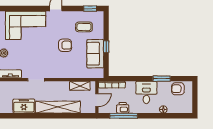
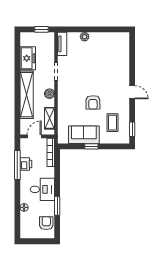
corner sofa: (26, 25) -> (114, 60), removed
boiler: (57, 86) -> (49, 94), added
door: (97, 100) -> (34, 136), swing flipped

